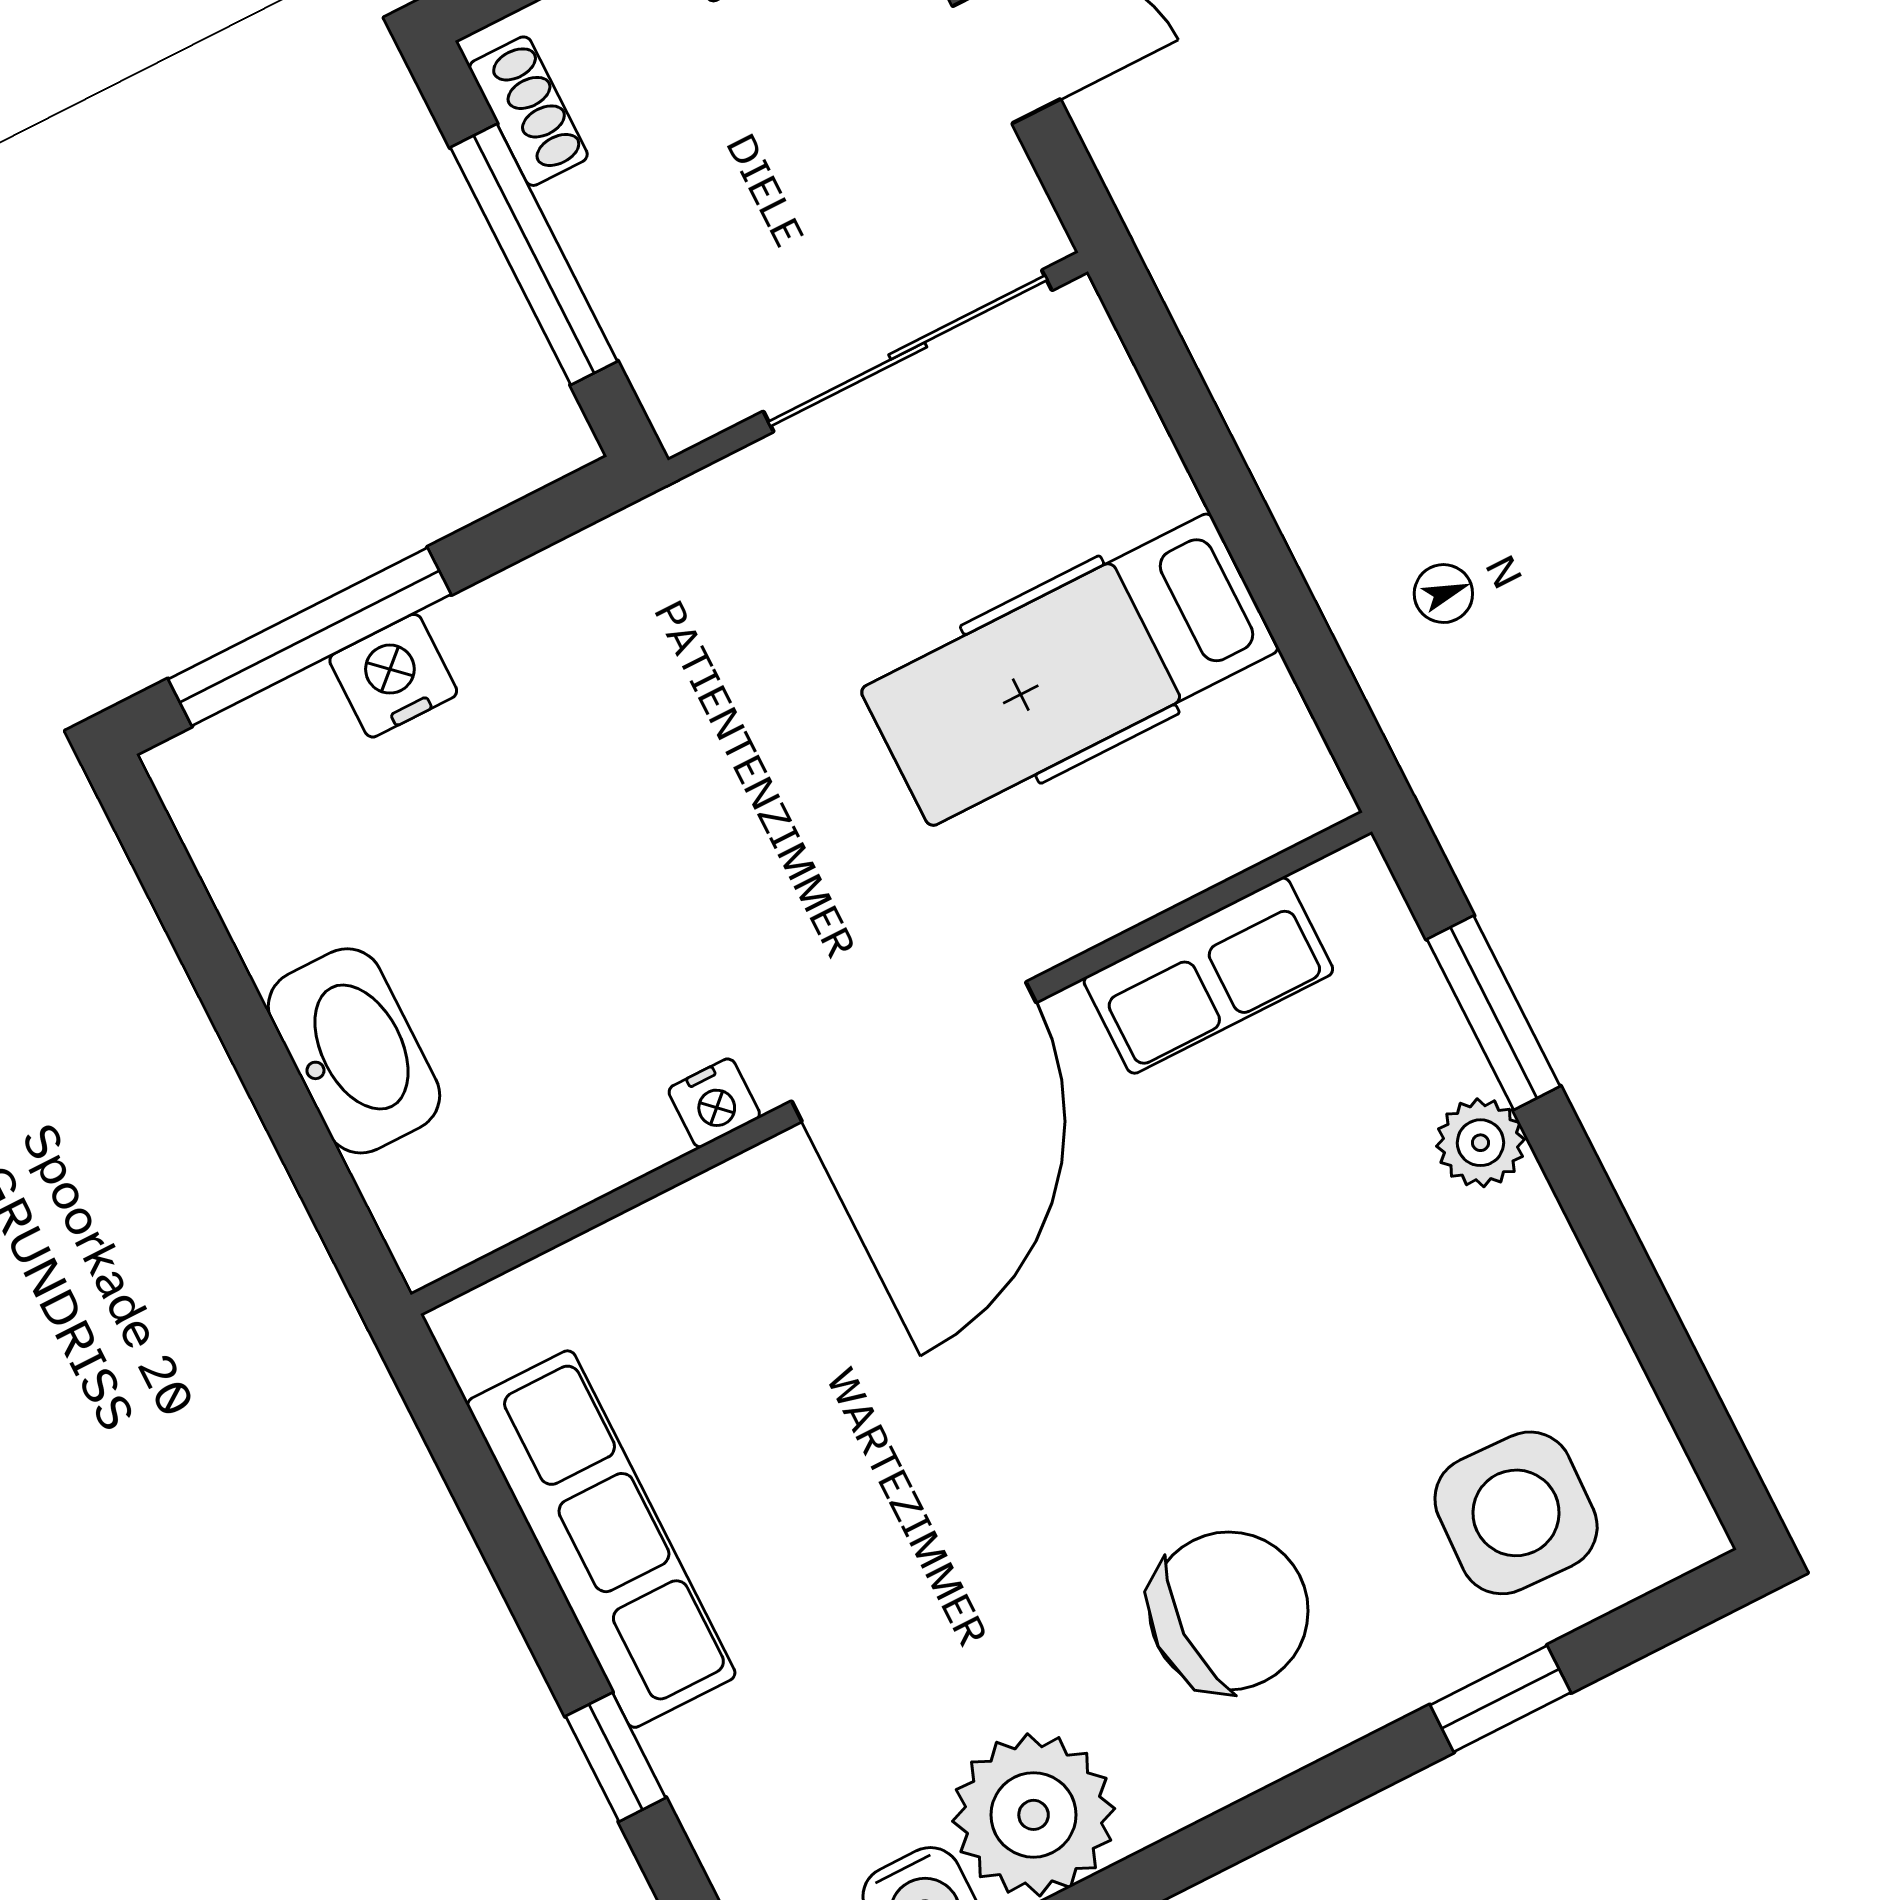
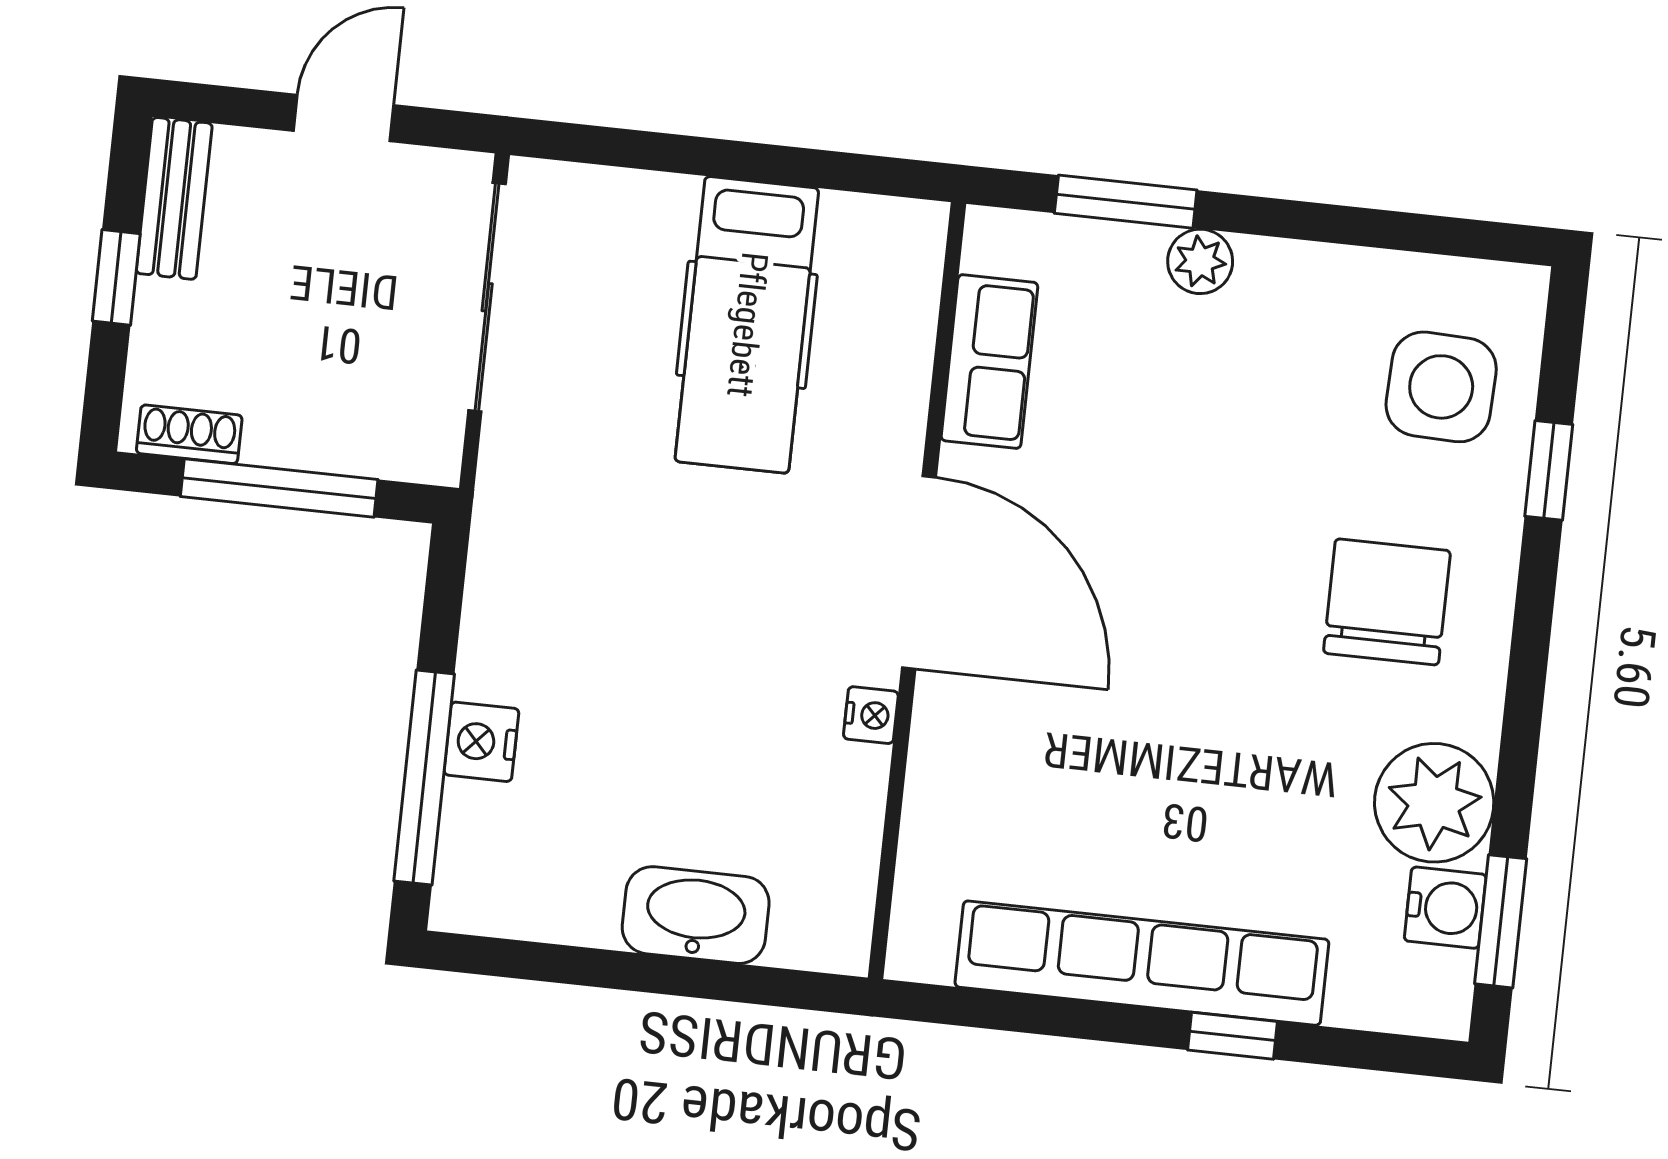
row of seats: (601, 1539) -> (1142, 963), width x1.36

